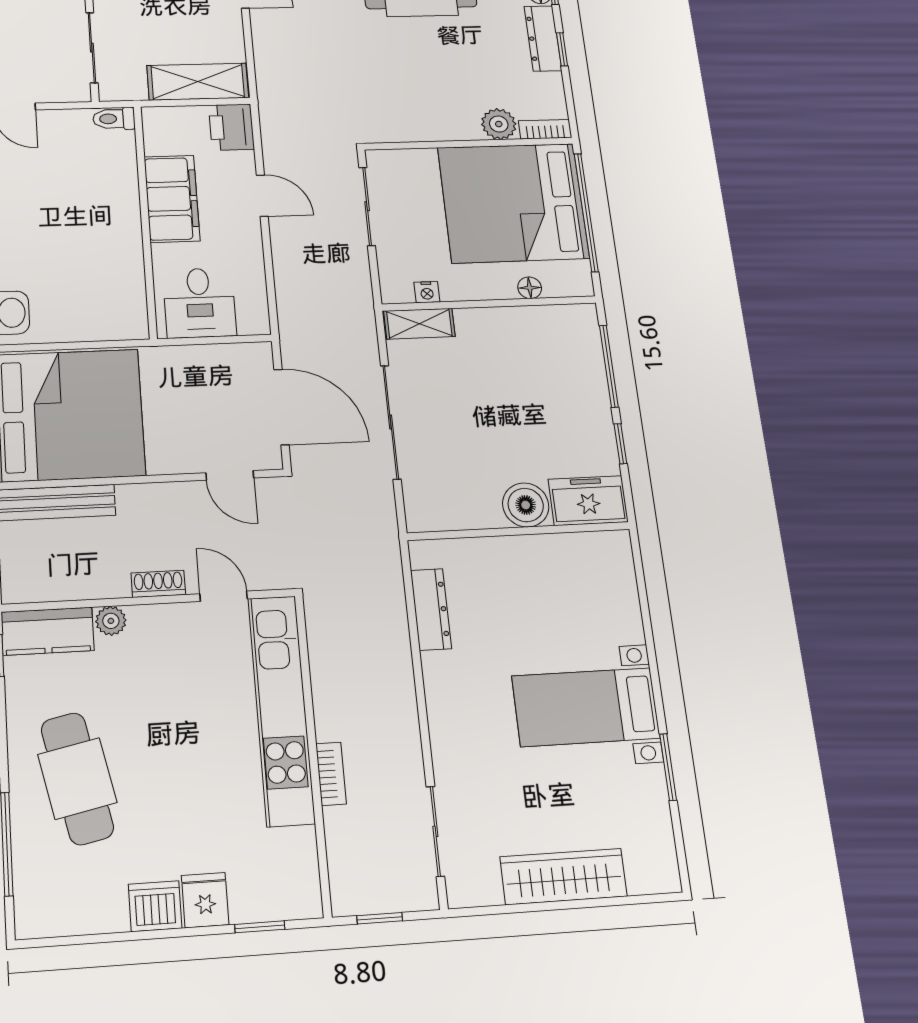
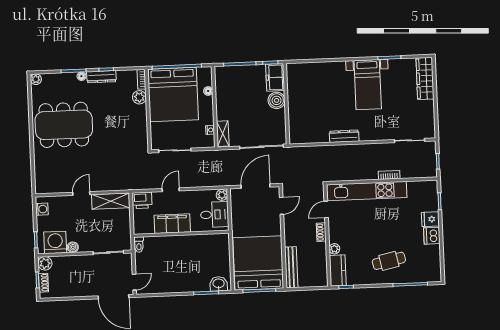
shelving: (198, 82) -> (111, 201), moved, turned 90
plant: (254, 321) -> (222, 195), added
freezer: (588, 501) -> (275, 77), moved
boiler: (526, 505) -> (277, 100), moved
wall: (519, 531) -> (286, 104), moved
dresser: (431, 609) -> (344, 136), moved
cafe table: (77, 778) -> (389, 261), width x0.73, depth x0.74
wardrobe: (563, 877) -> (425, 78), moved

